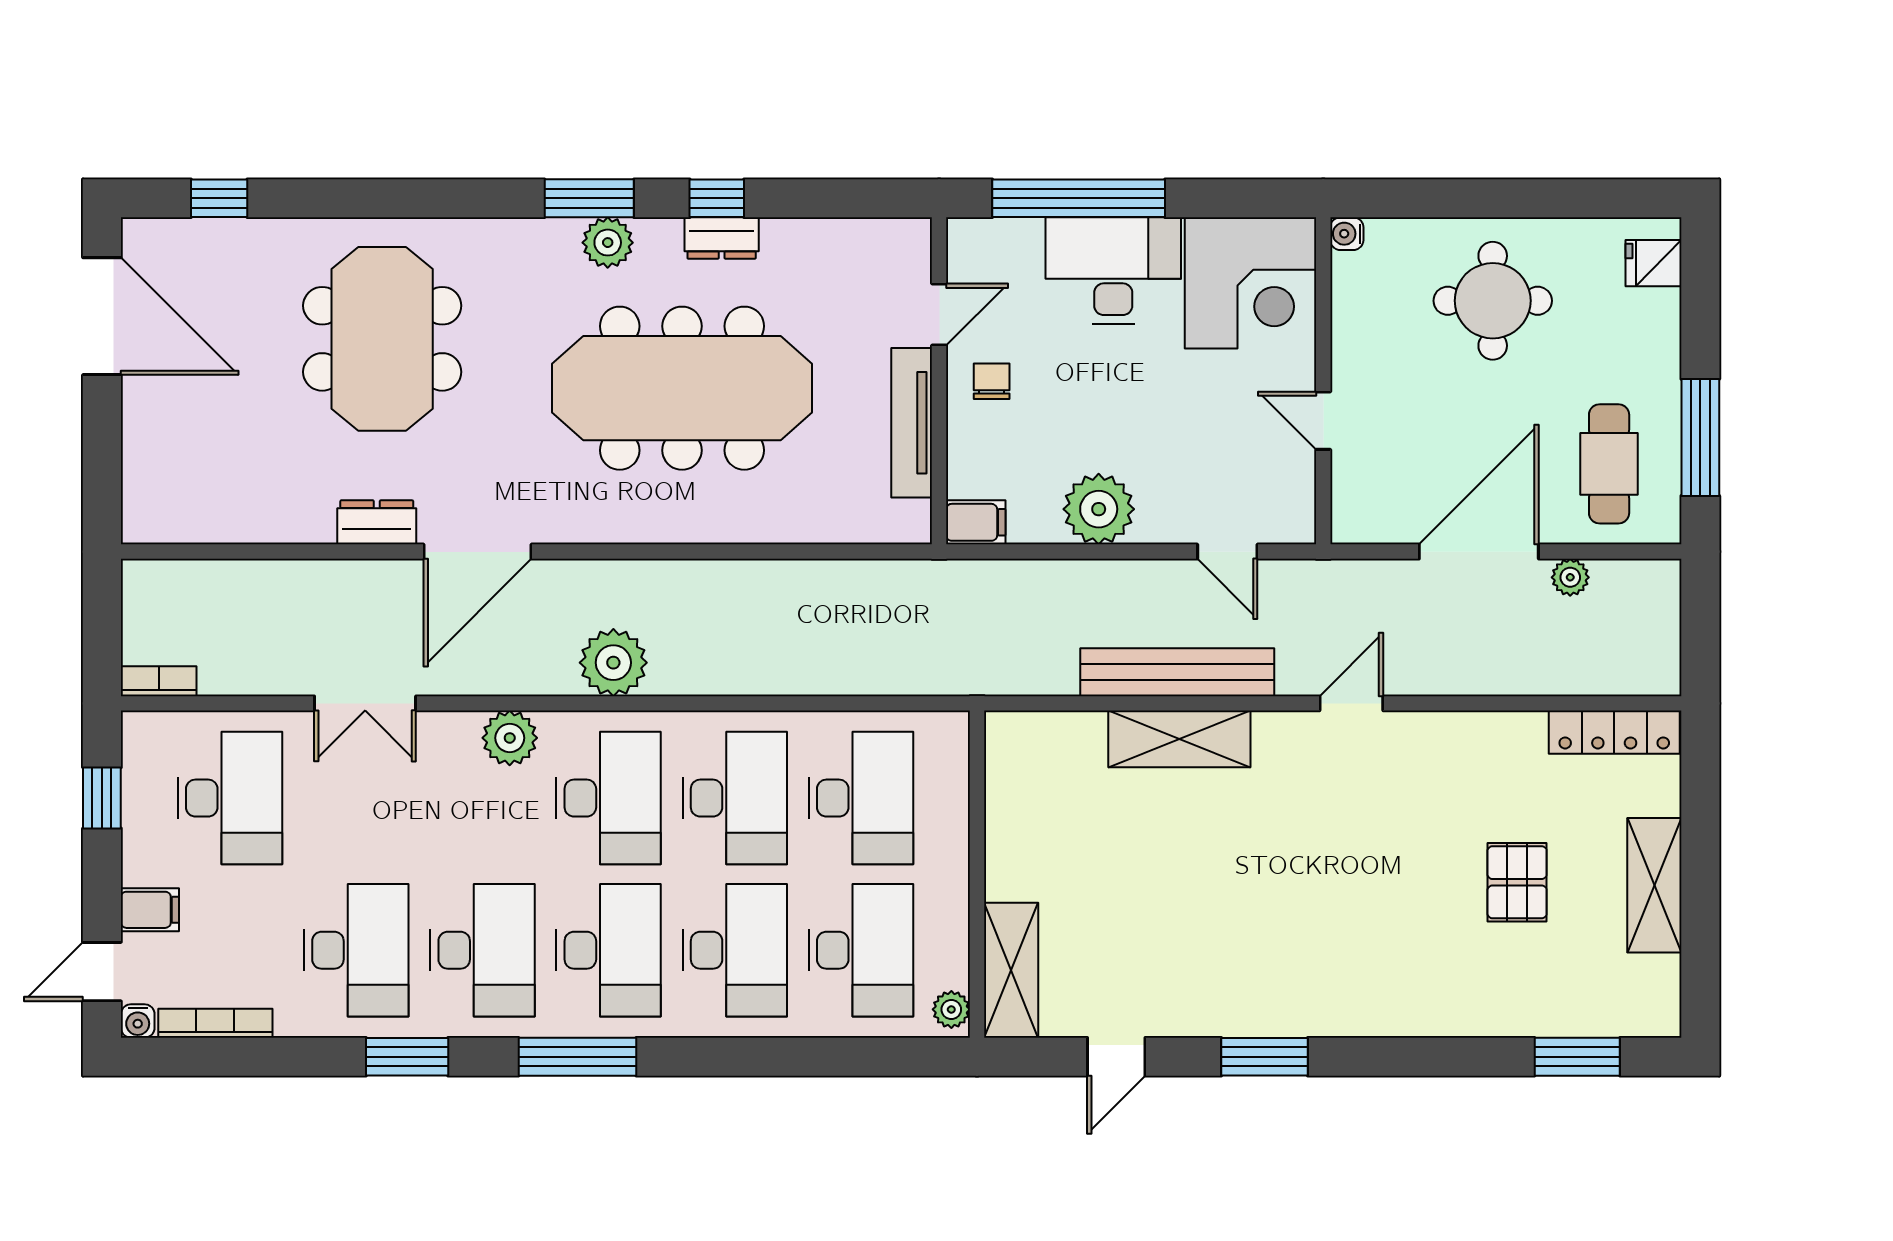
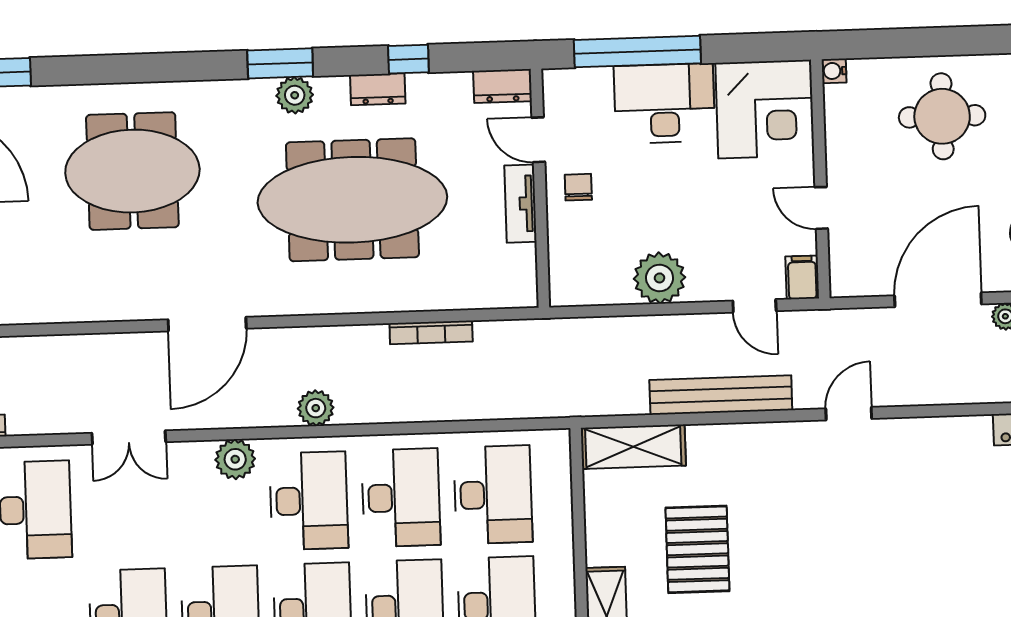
window: (717, 198) -> (408, 59), moved
door: (939, 315) -> (538, 140), swing flipped
meeting table: (382, 339) -> (132, 171), turned 90
tv unit: (912, 423) -> (520, 204), width x0.71
dresser: (377, 522) -> (503, 86), moved, turned 180
filing cabinet: (976, 522) -> (802, 277), moved, turned -90
bookcase: (784, 573) -> (431, 332), added
plant: (613, 663) -> (316, 408), width x0.73, depth x0.73
shelving: (1179, 739) -> (633, 447), moved
pallet: (1517, 882) -> (697, 549), moved, width x1.50, depth x1.42

